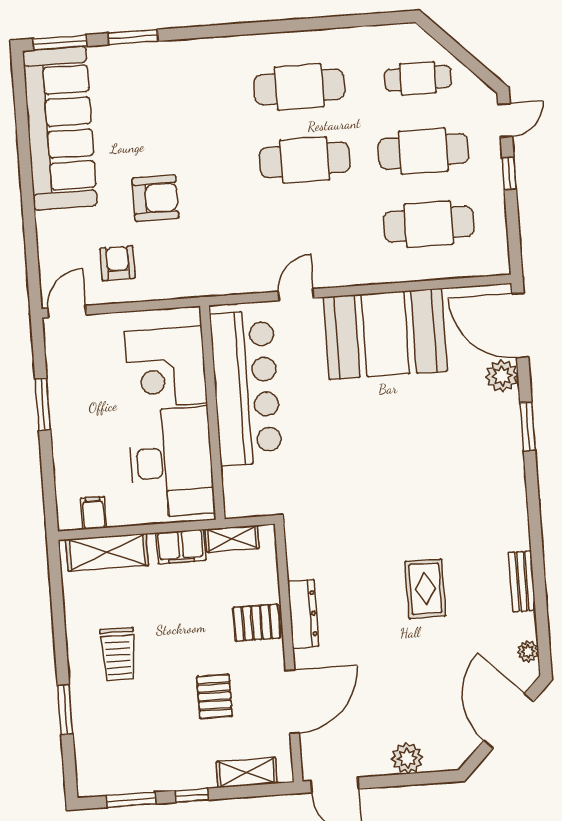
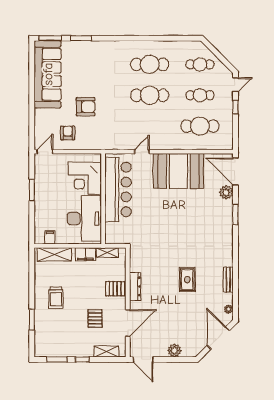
cafe table: (423, 151) -> (200, 95), width x0.73, depth x0.74

